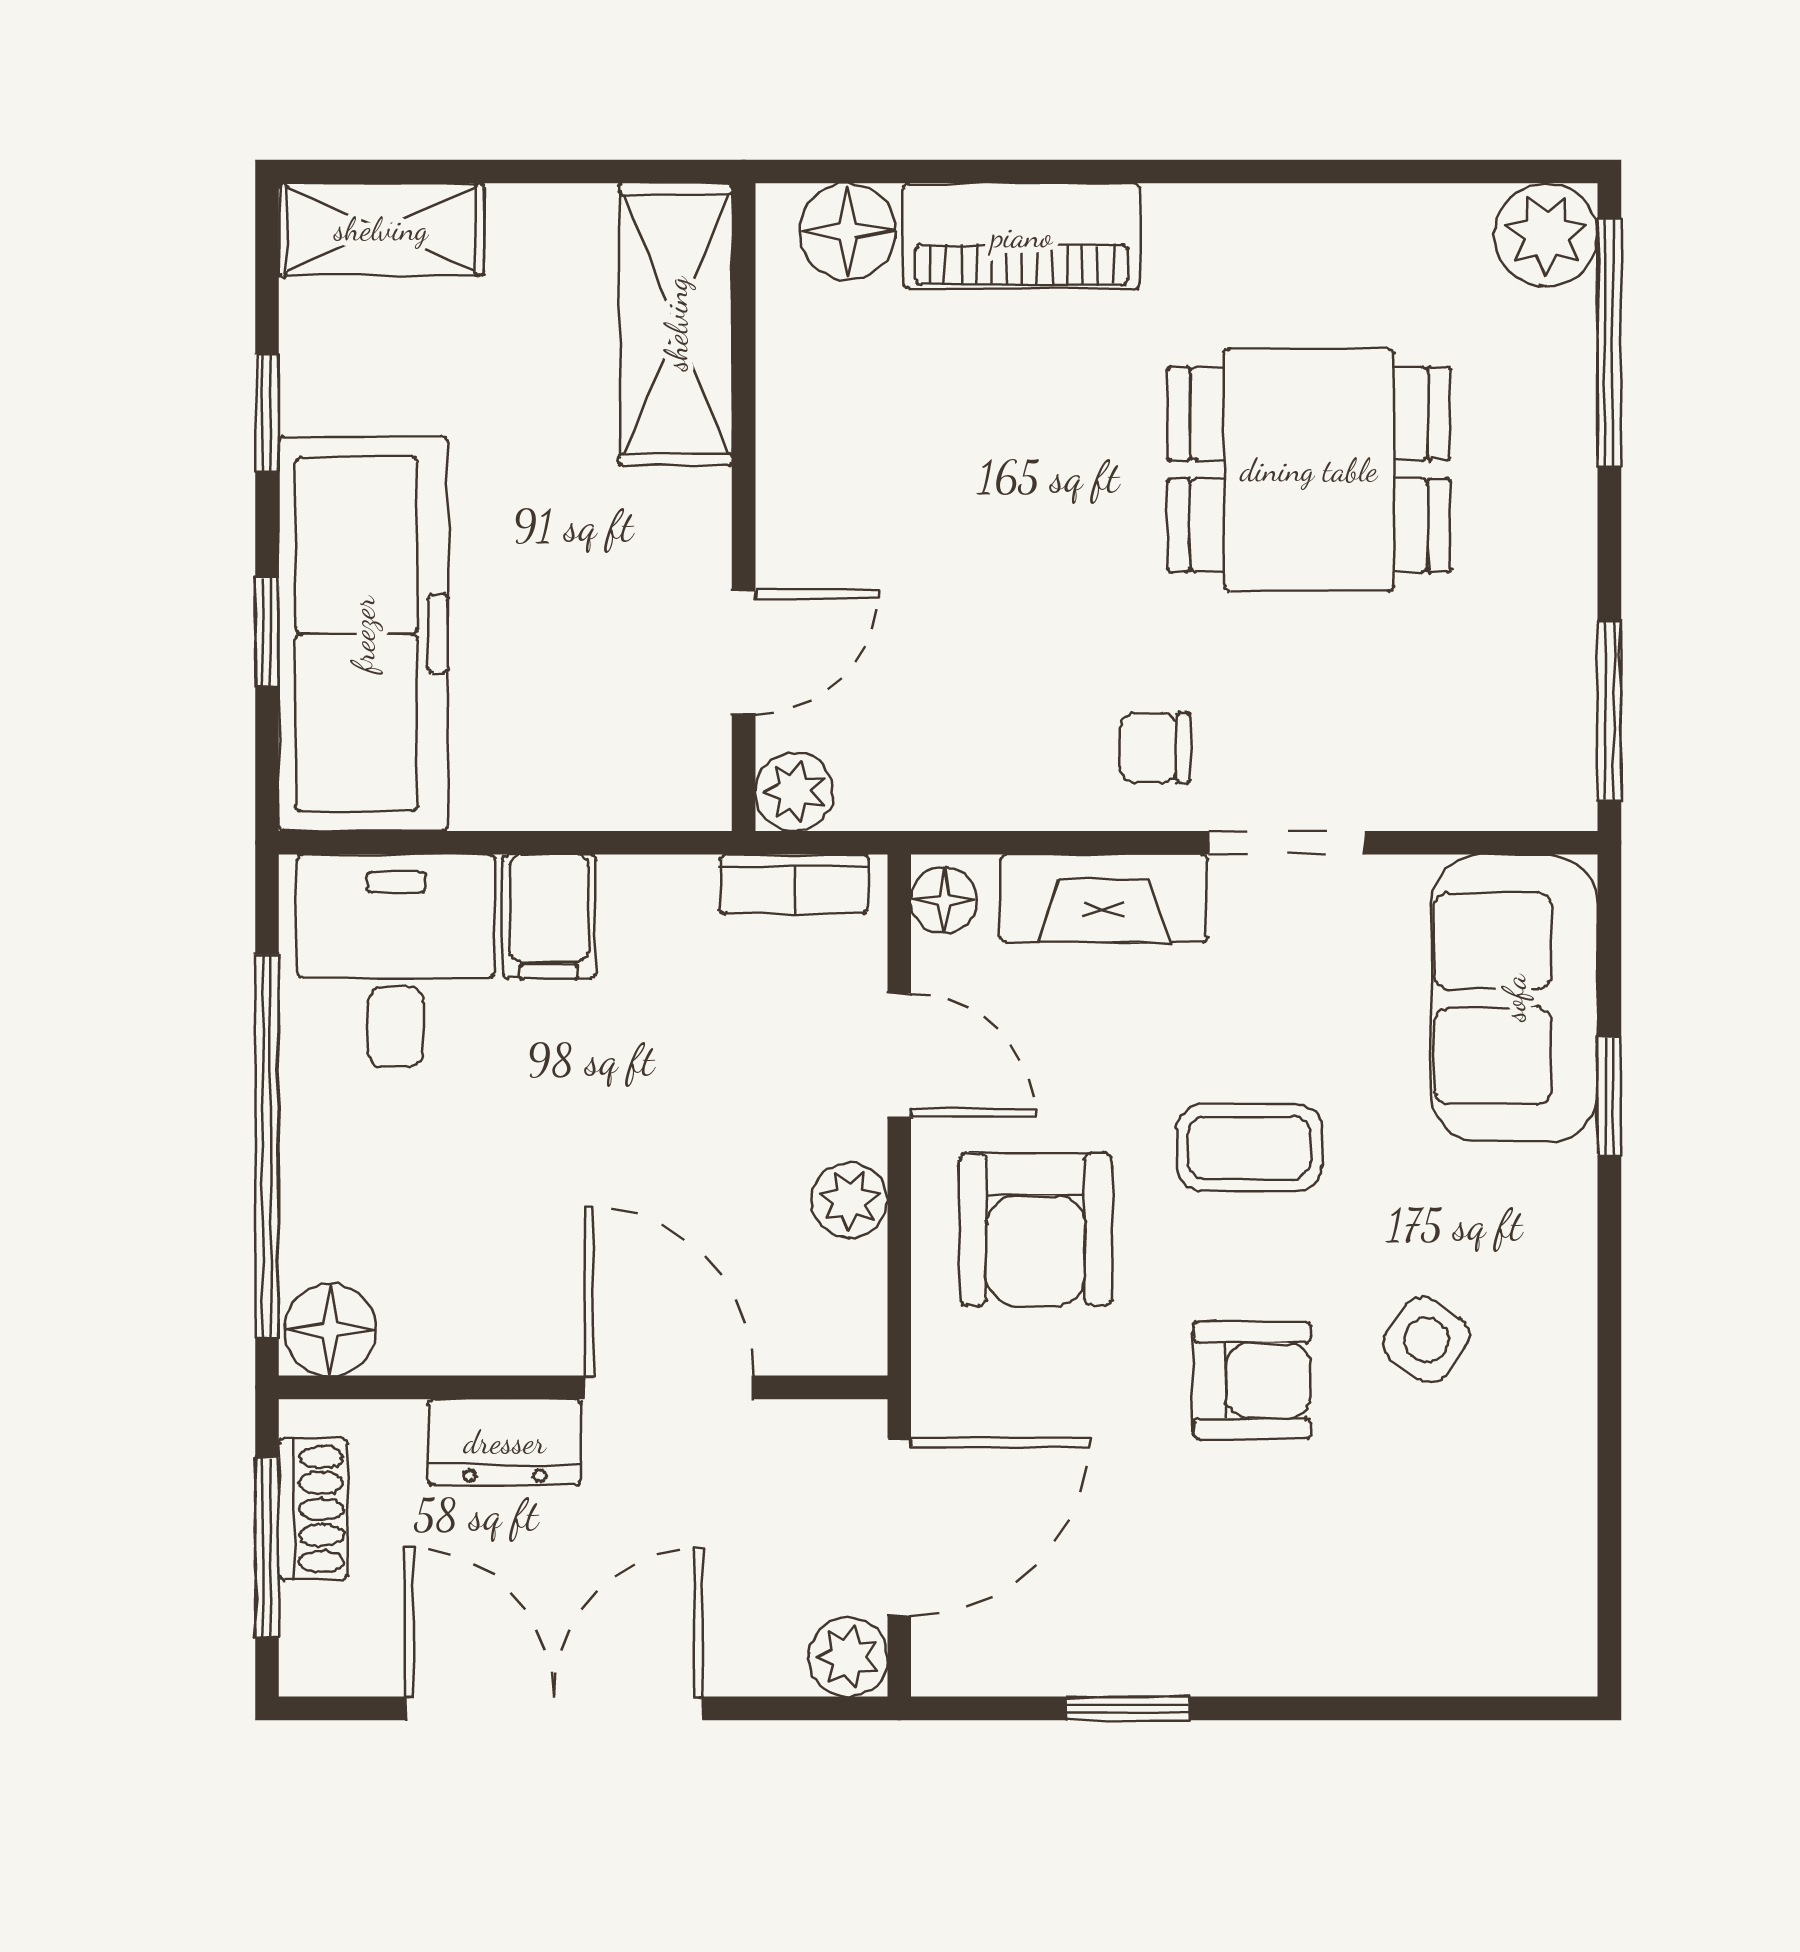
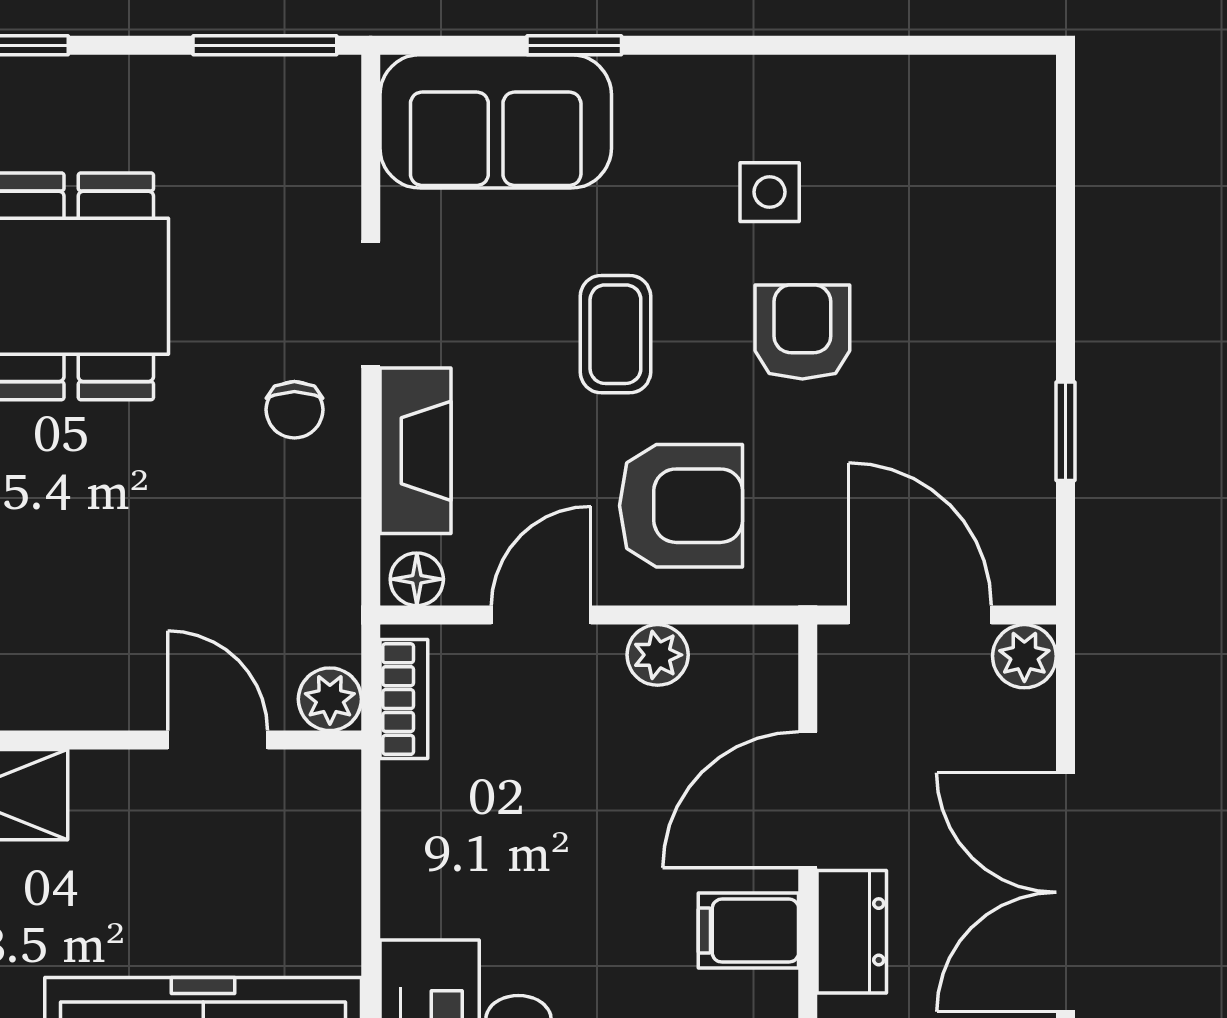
filing cabinet: (549, 917) -> (748, 931), moved, turned 180
side table: (1426, 1340) -> (770, 192), turned -35

